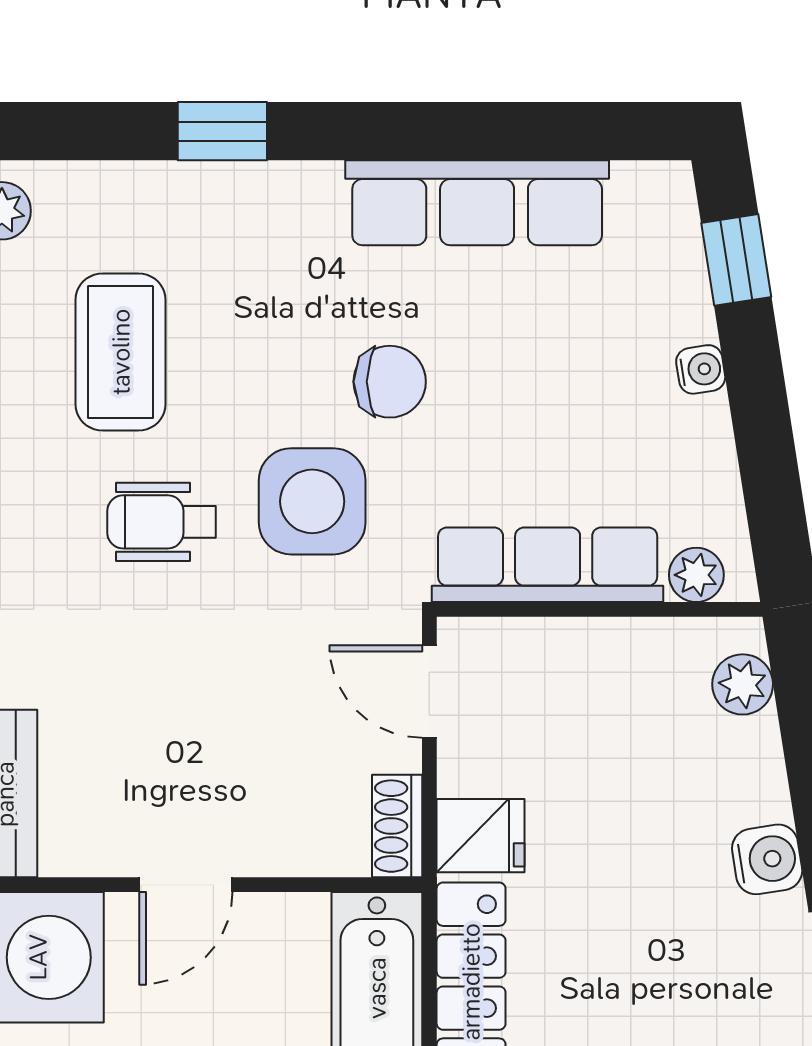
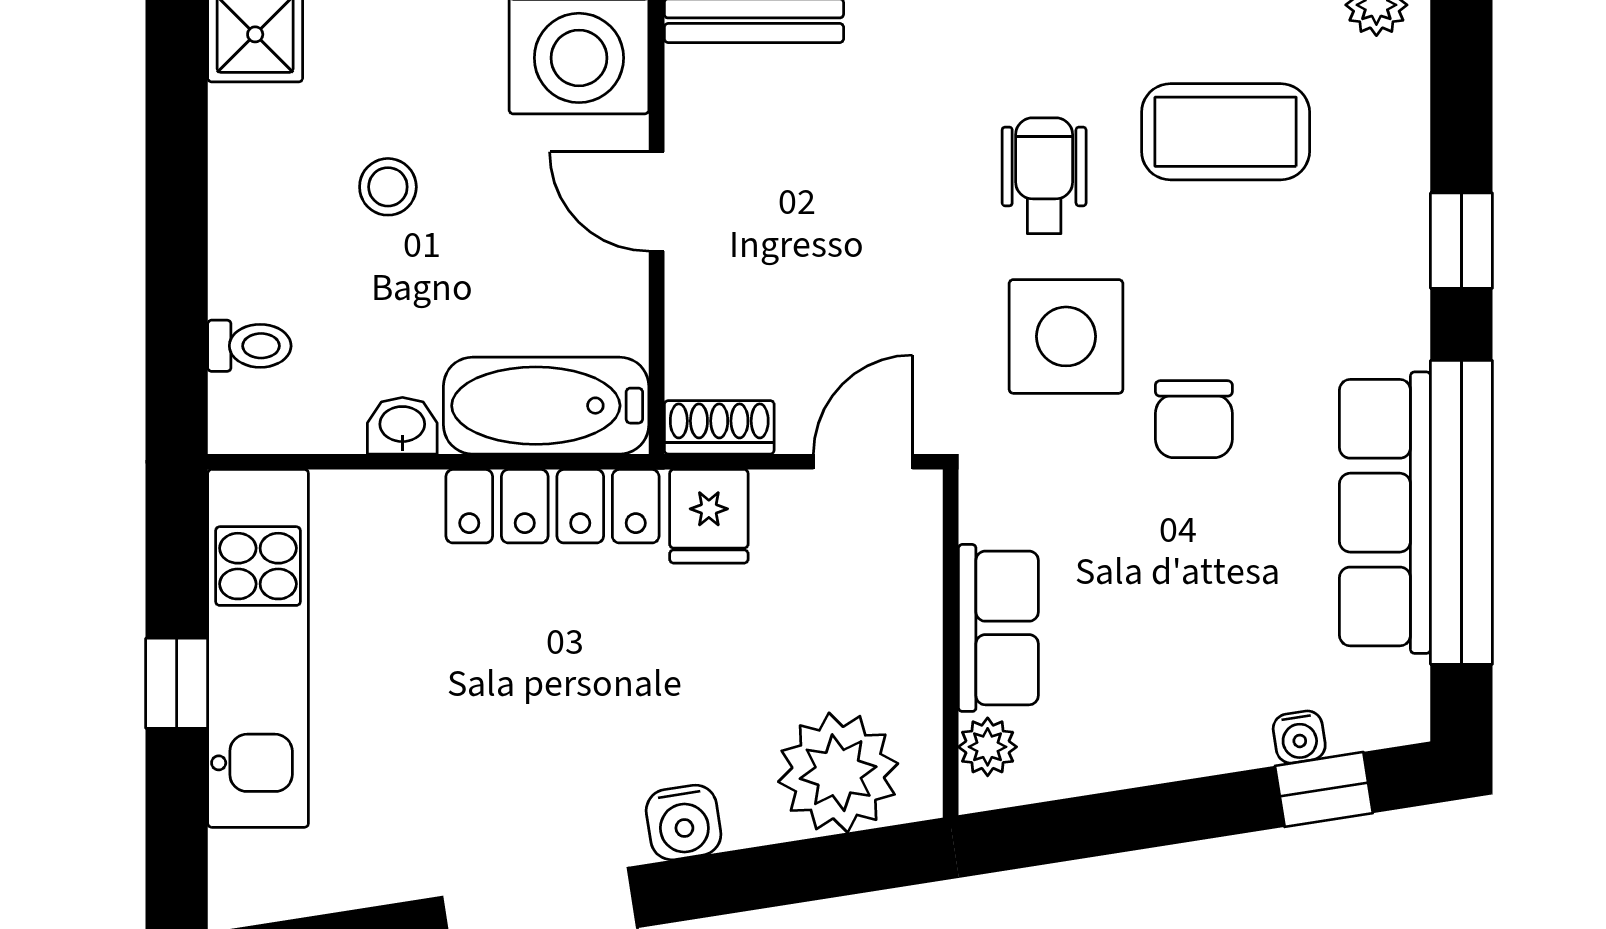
window: (477, 131) -> (1461, 512), added
water cooler: (701, 369) -> (1299, 737), moved
row of seats: (548, 565) -> (998, 628), width x0.68
plant: (743, 684) -> (838, 773), width x1.87, depth x1.87

